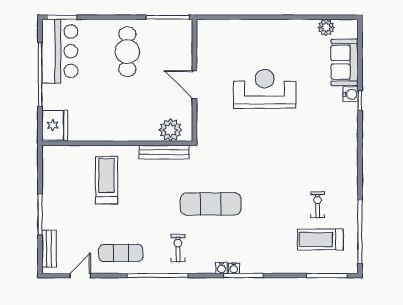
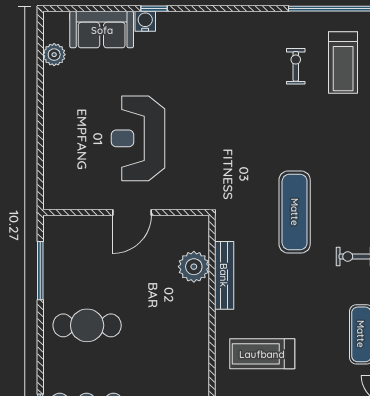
wall: (194, 80) -> (126, 213), moved
door: (194, 85) -> (132, 213), moved
exercise bike: (318, 205) -> (296, 66), turned 90

